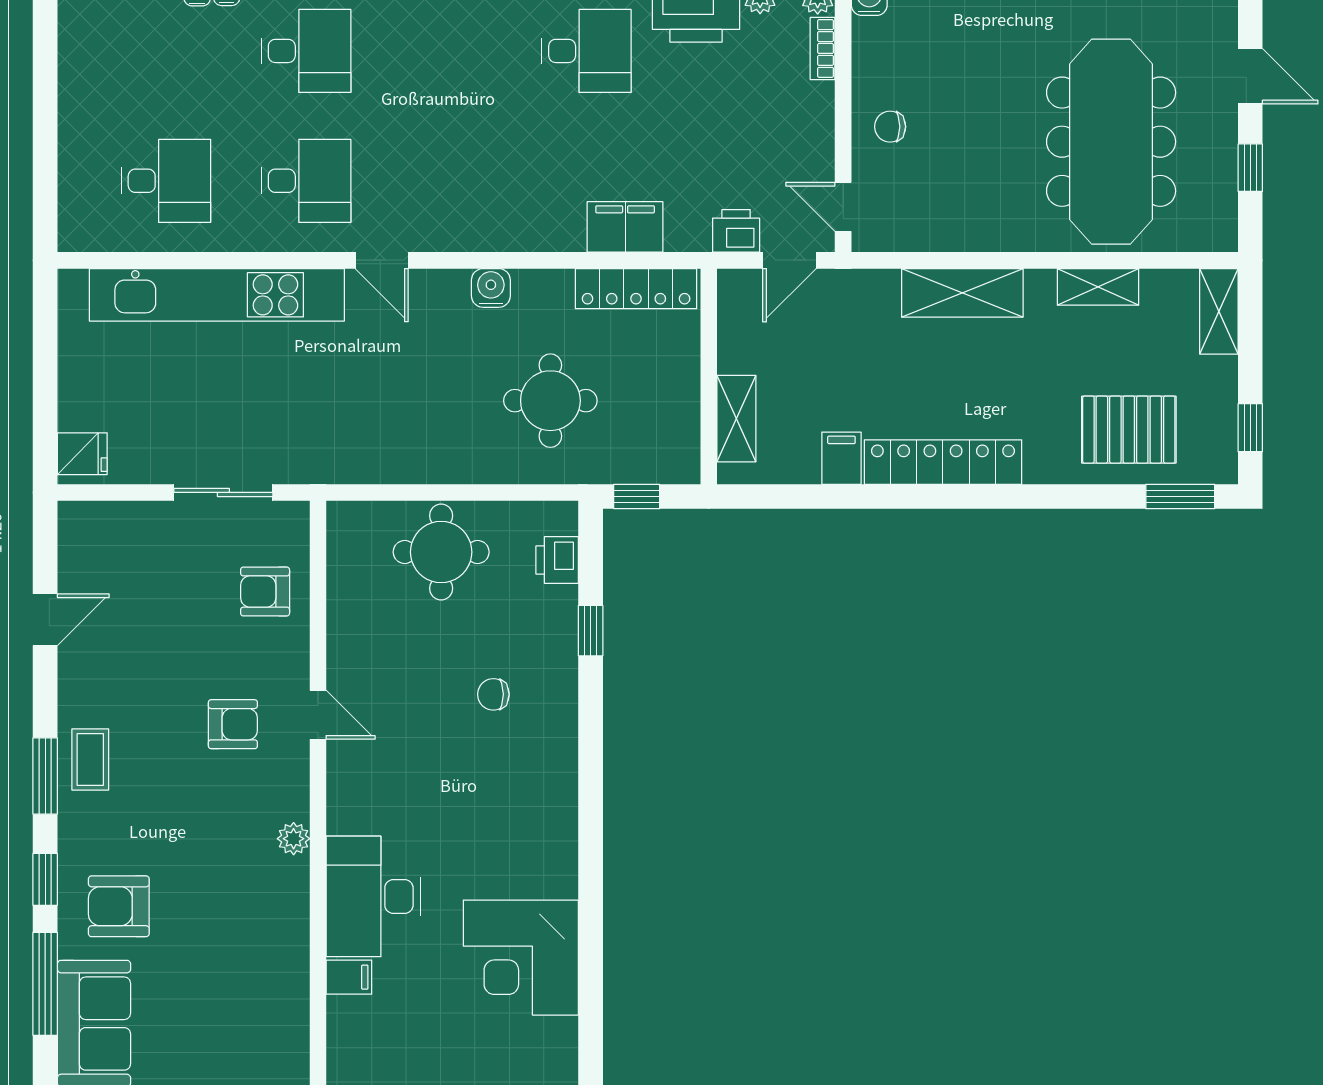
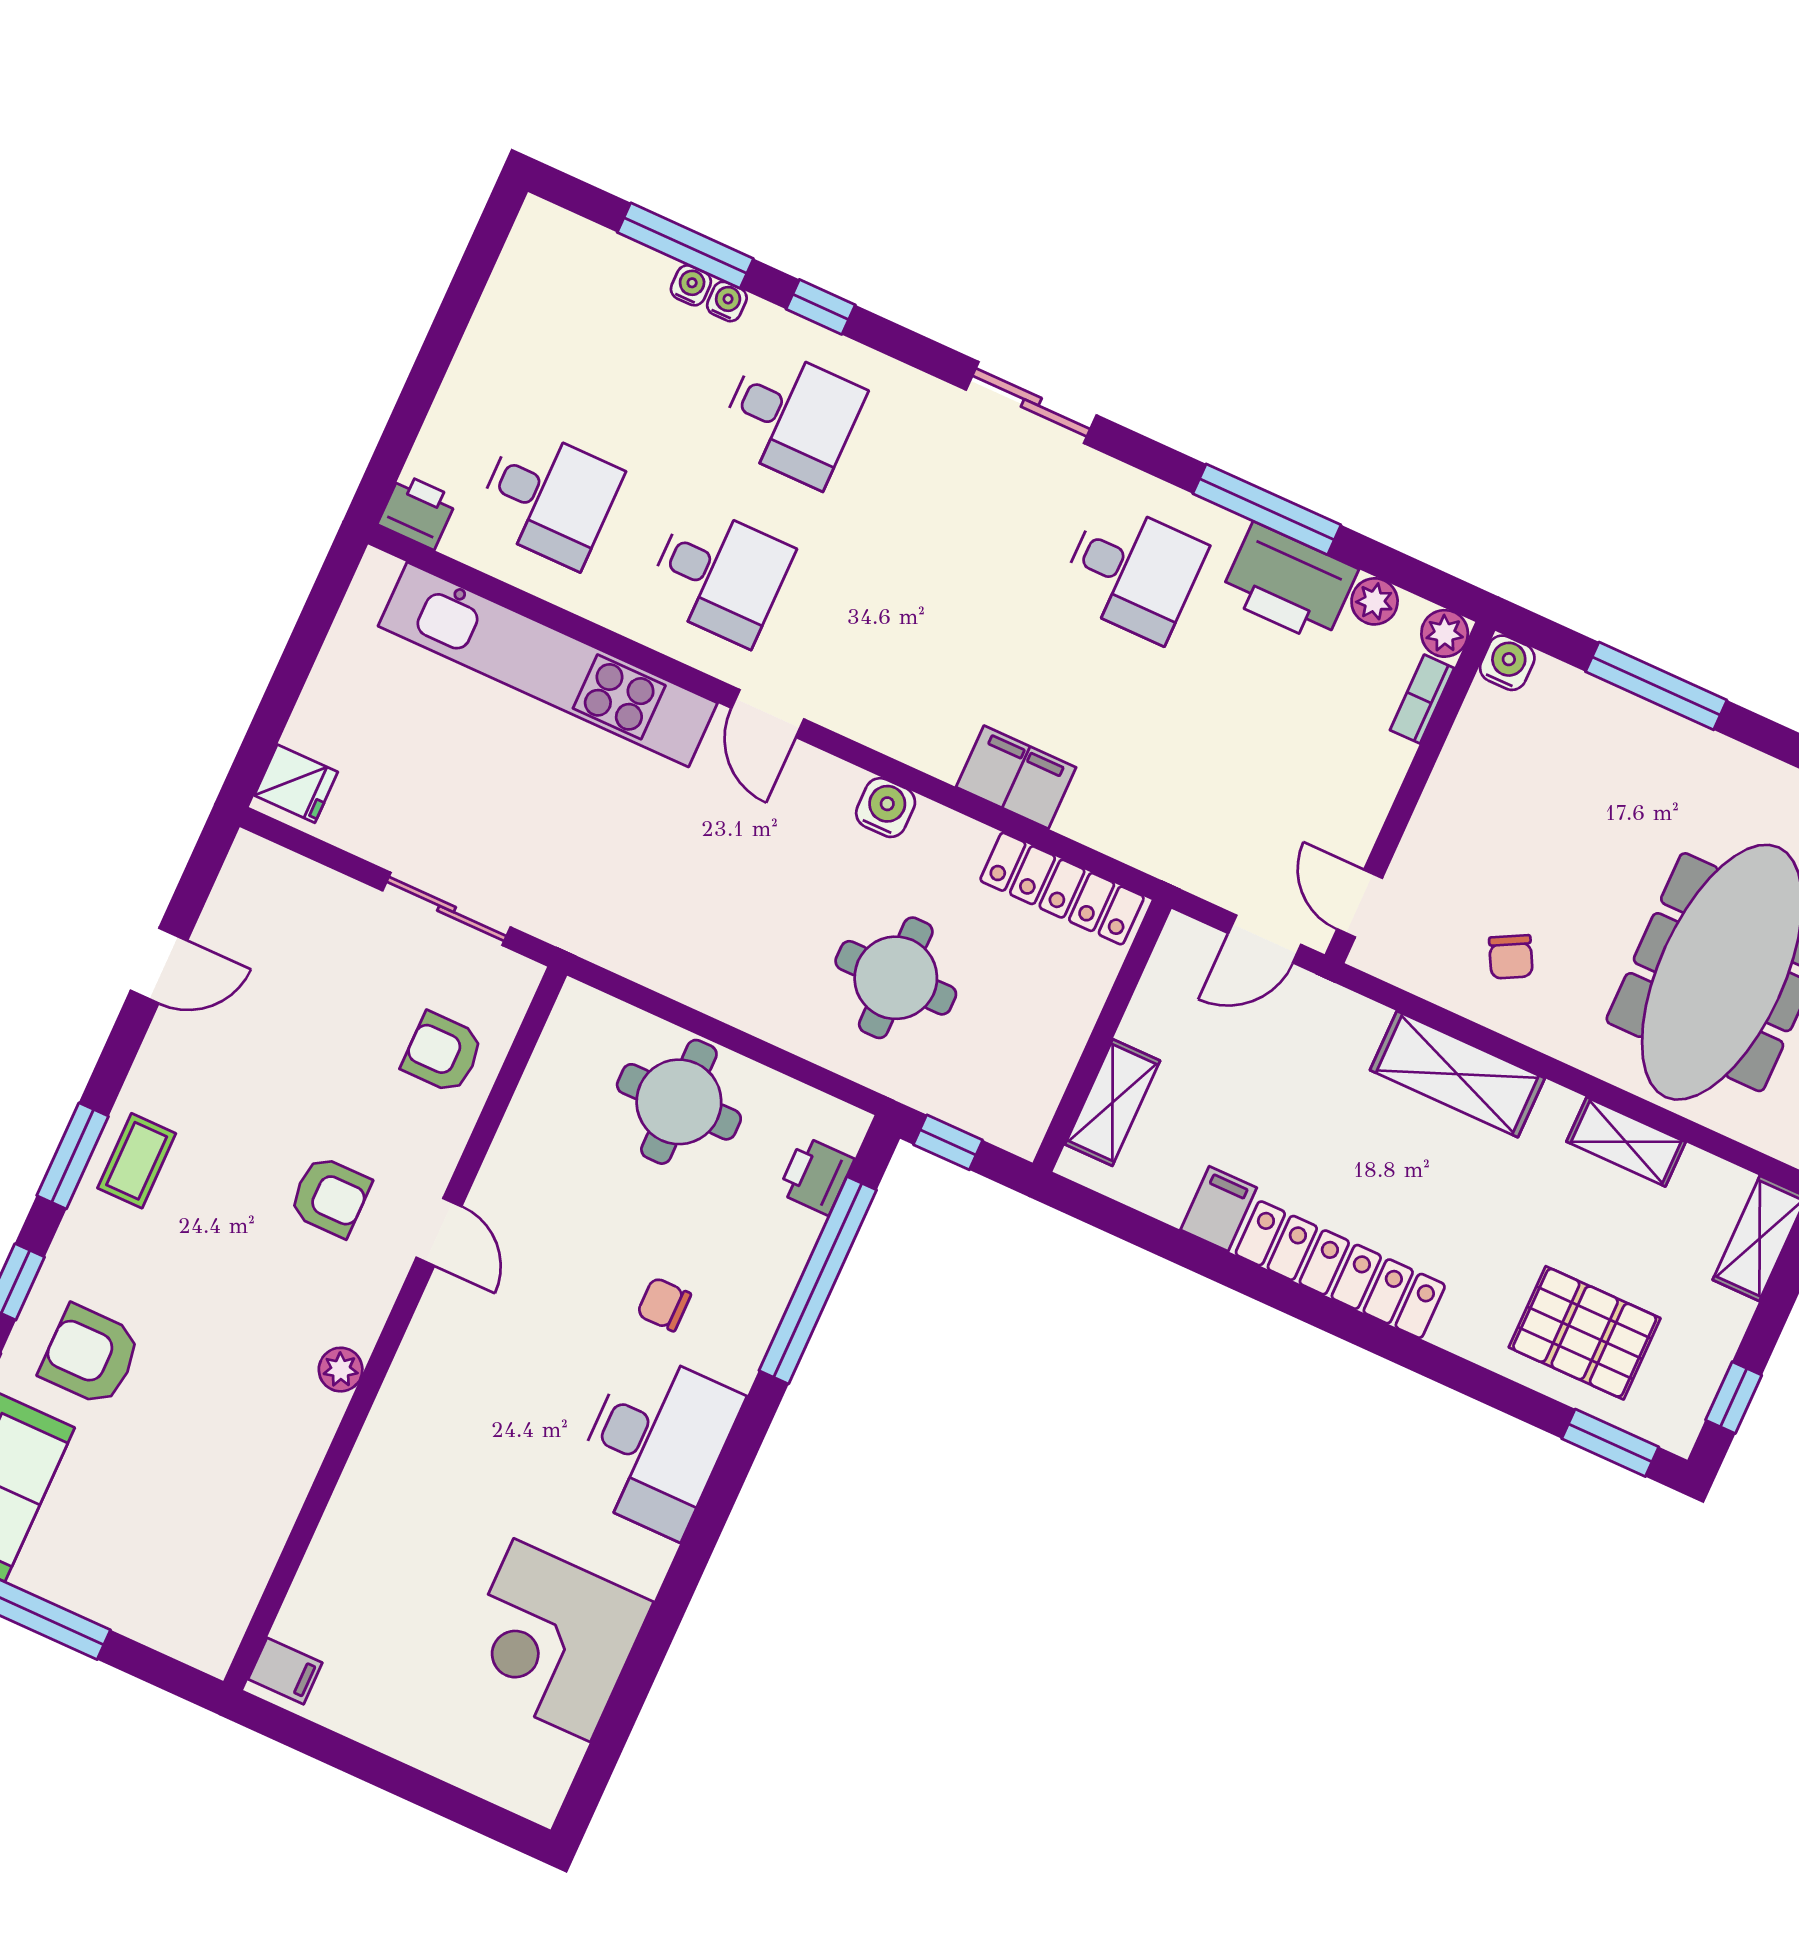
chair: (890, 127) -> (1511, 957), moved, turned -118
filing cabinet: (625, 227) -> (1016, 777), moved
printer: (736, 231) -> (417, 511), moved
window: (591, 631) -> (818, 1280), width x3.17
desk: (373, 896) -> (656, 1443), moved, turned 180
filing cabinet: (349, 977) -> (285, 1671), moved

